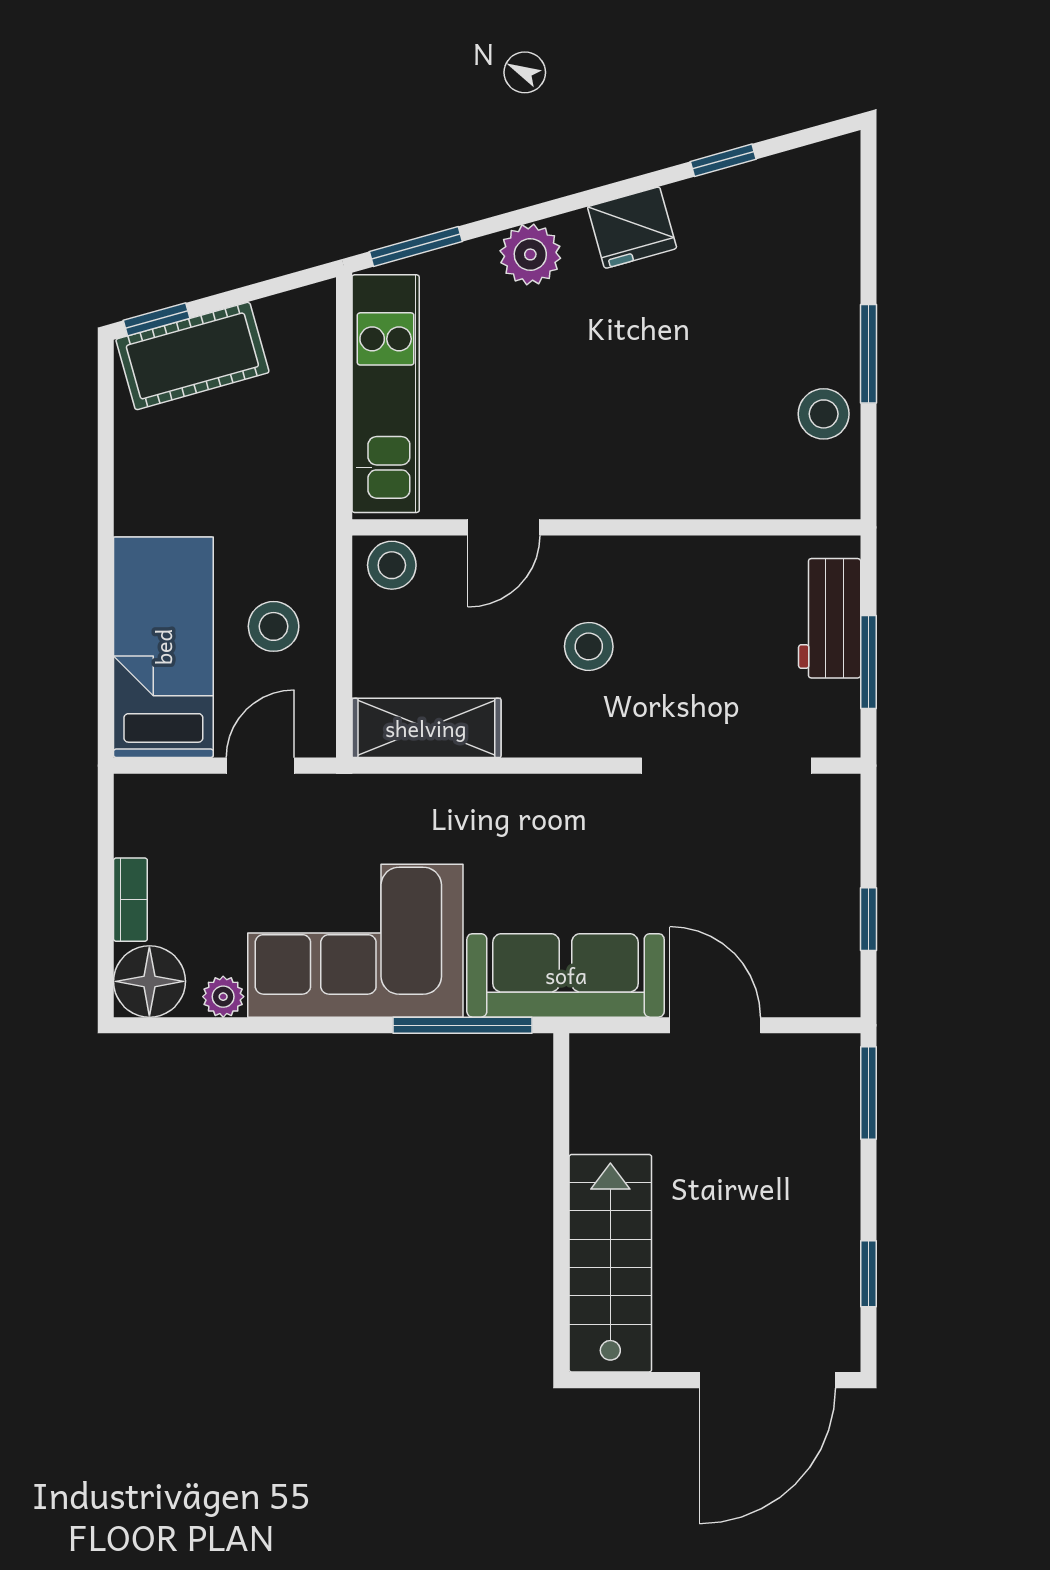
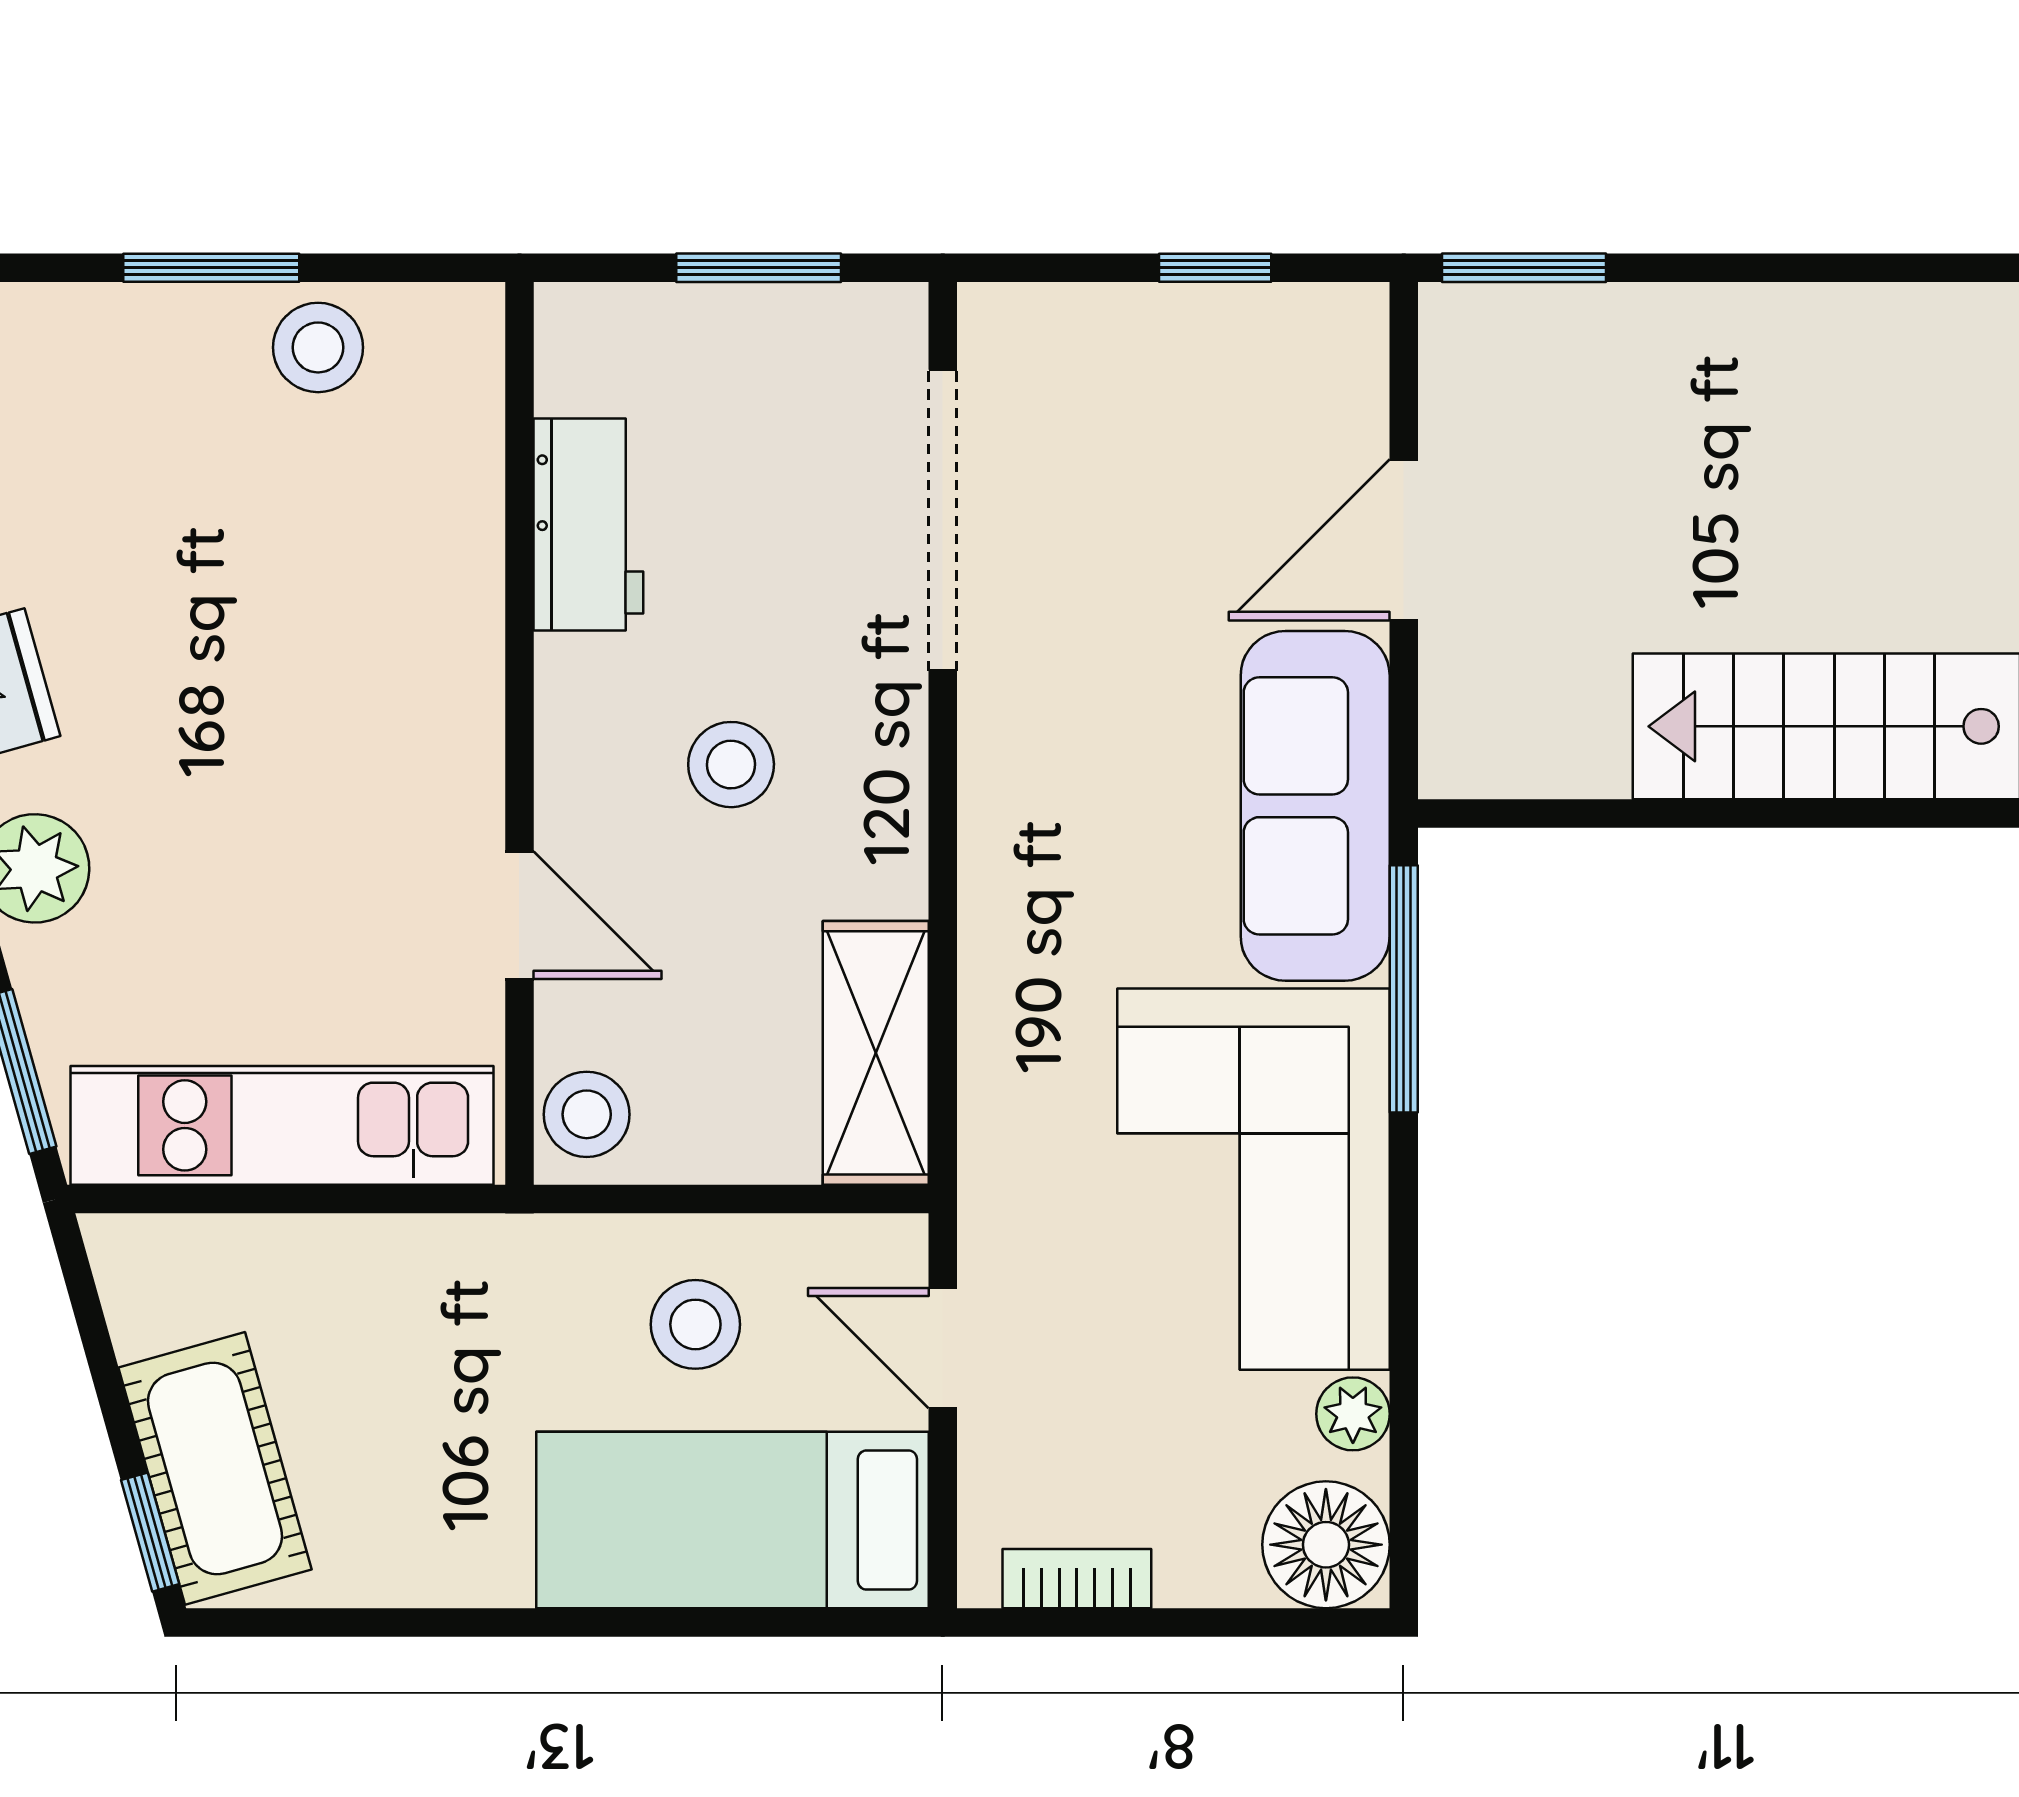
workbench: (830, 618) -> (588, 525), moved, turned -90
bookcase: (130, 900) -> (1077, 1579), moved
window: (868, 1274) -> (1845, 268), removed

